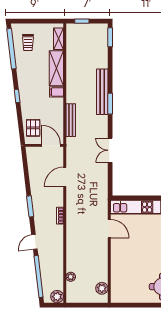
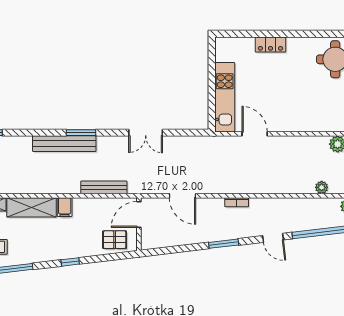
door: (109, 229) -> (255, 134), hinge flipped

